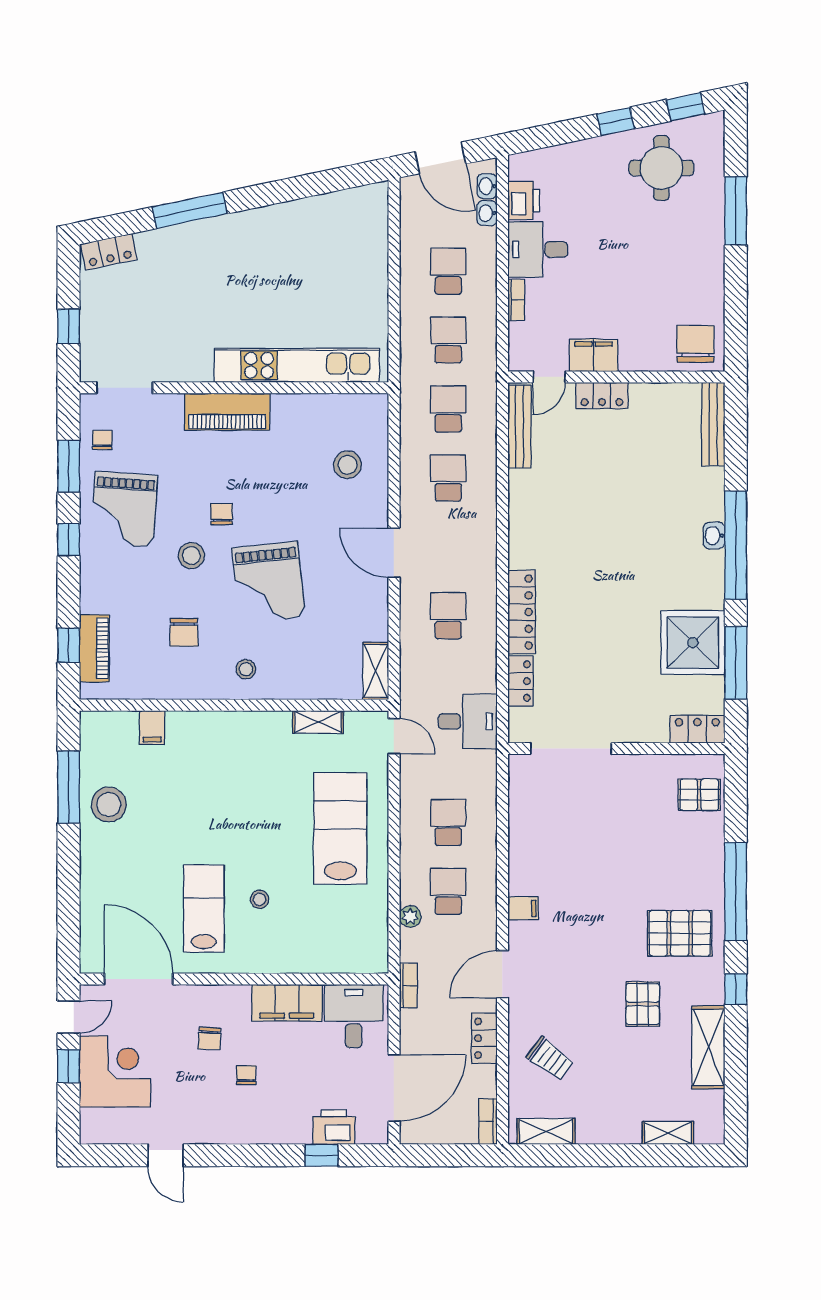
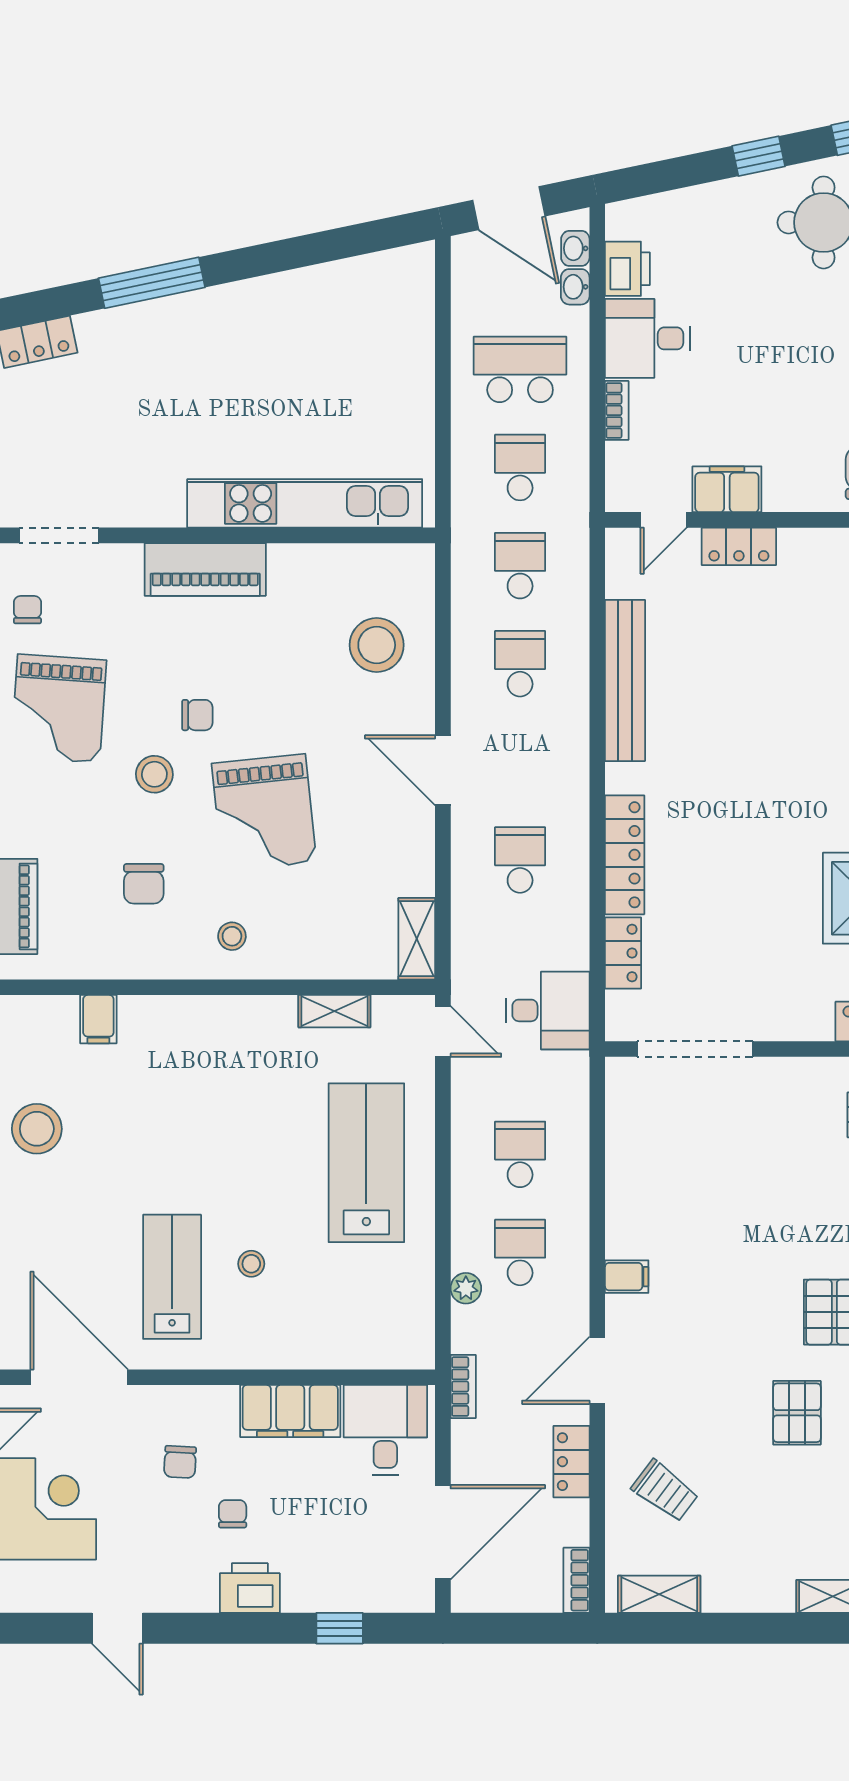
school desk: (448, 271) -> (520, 369), width x1.85
bench: (520, 427) -> (625, 680), moved, width x1.37, depth x1.21
stool: (348, 465) -> (377, 645), width x1.38, depth x1.38
chair: (222, 514) -> (197, 715), turned 90
printer: (334, 1127) -> (250, 1588), moved

